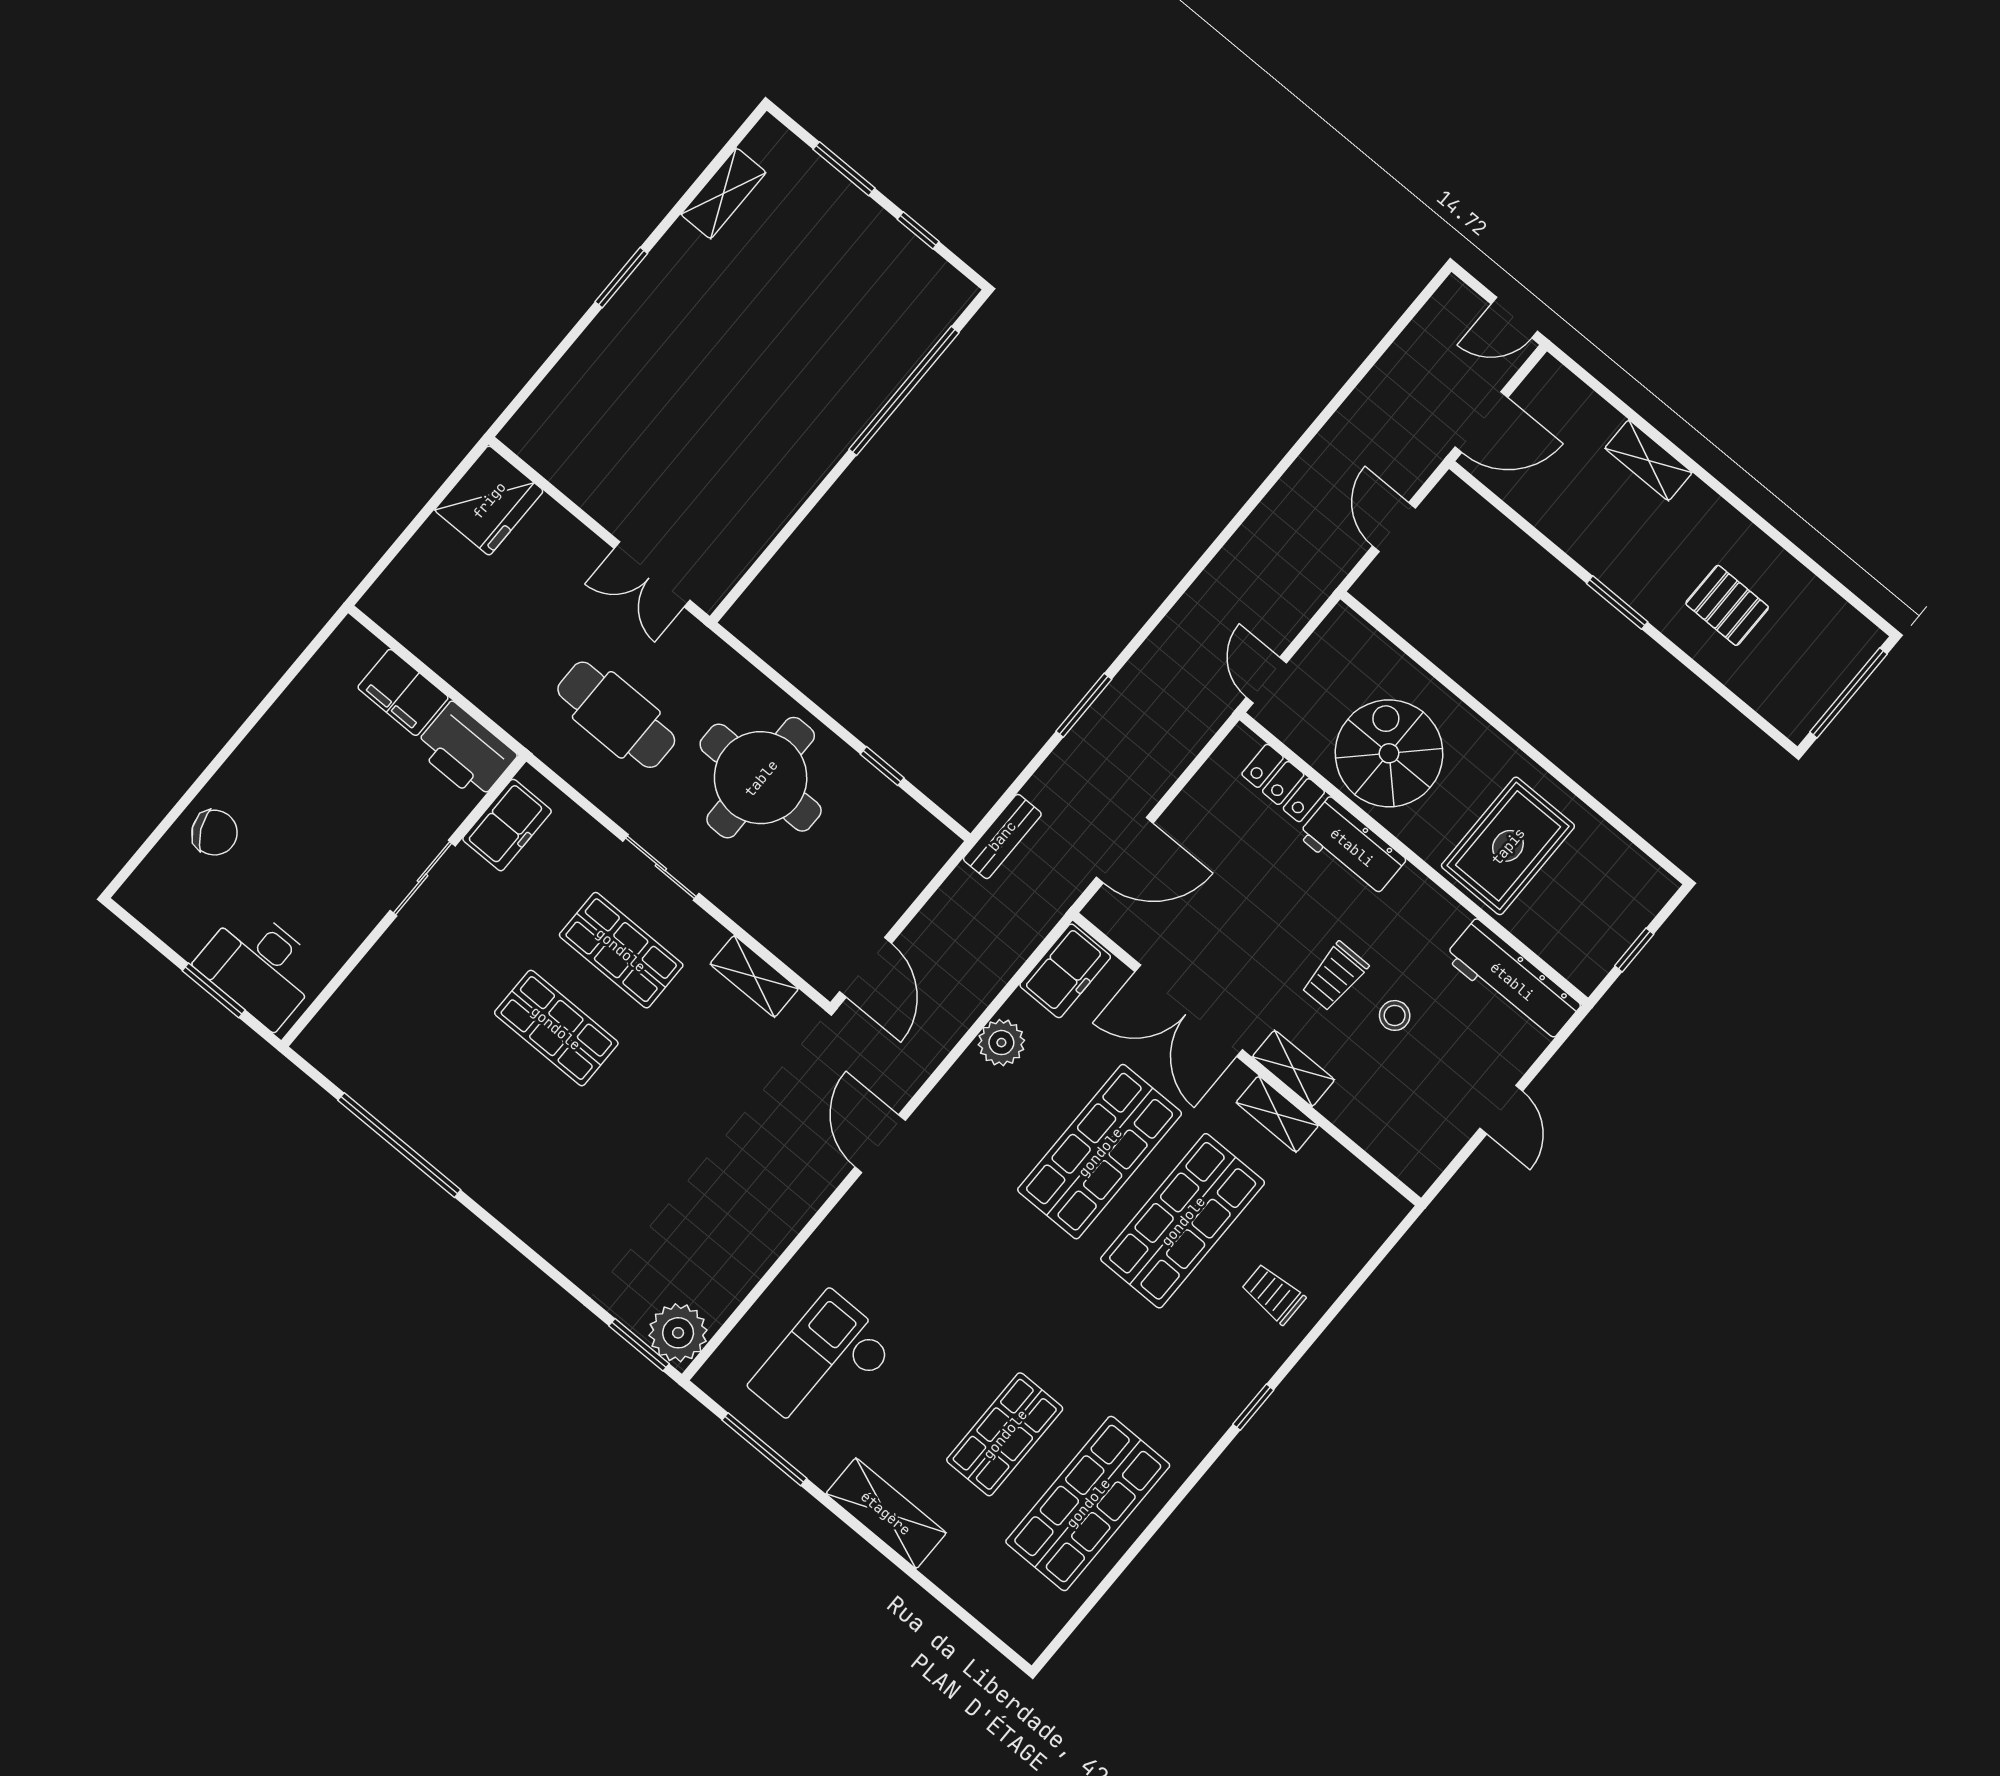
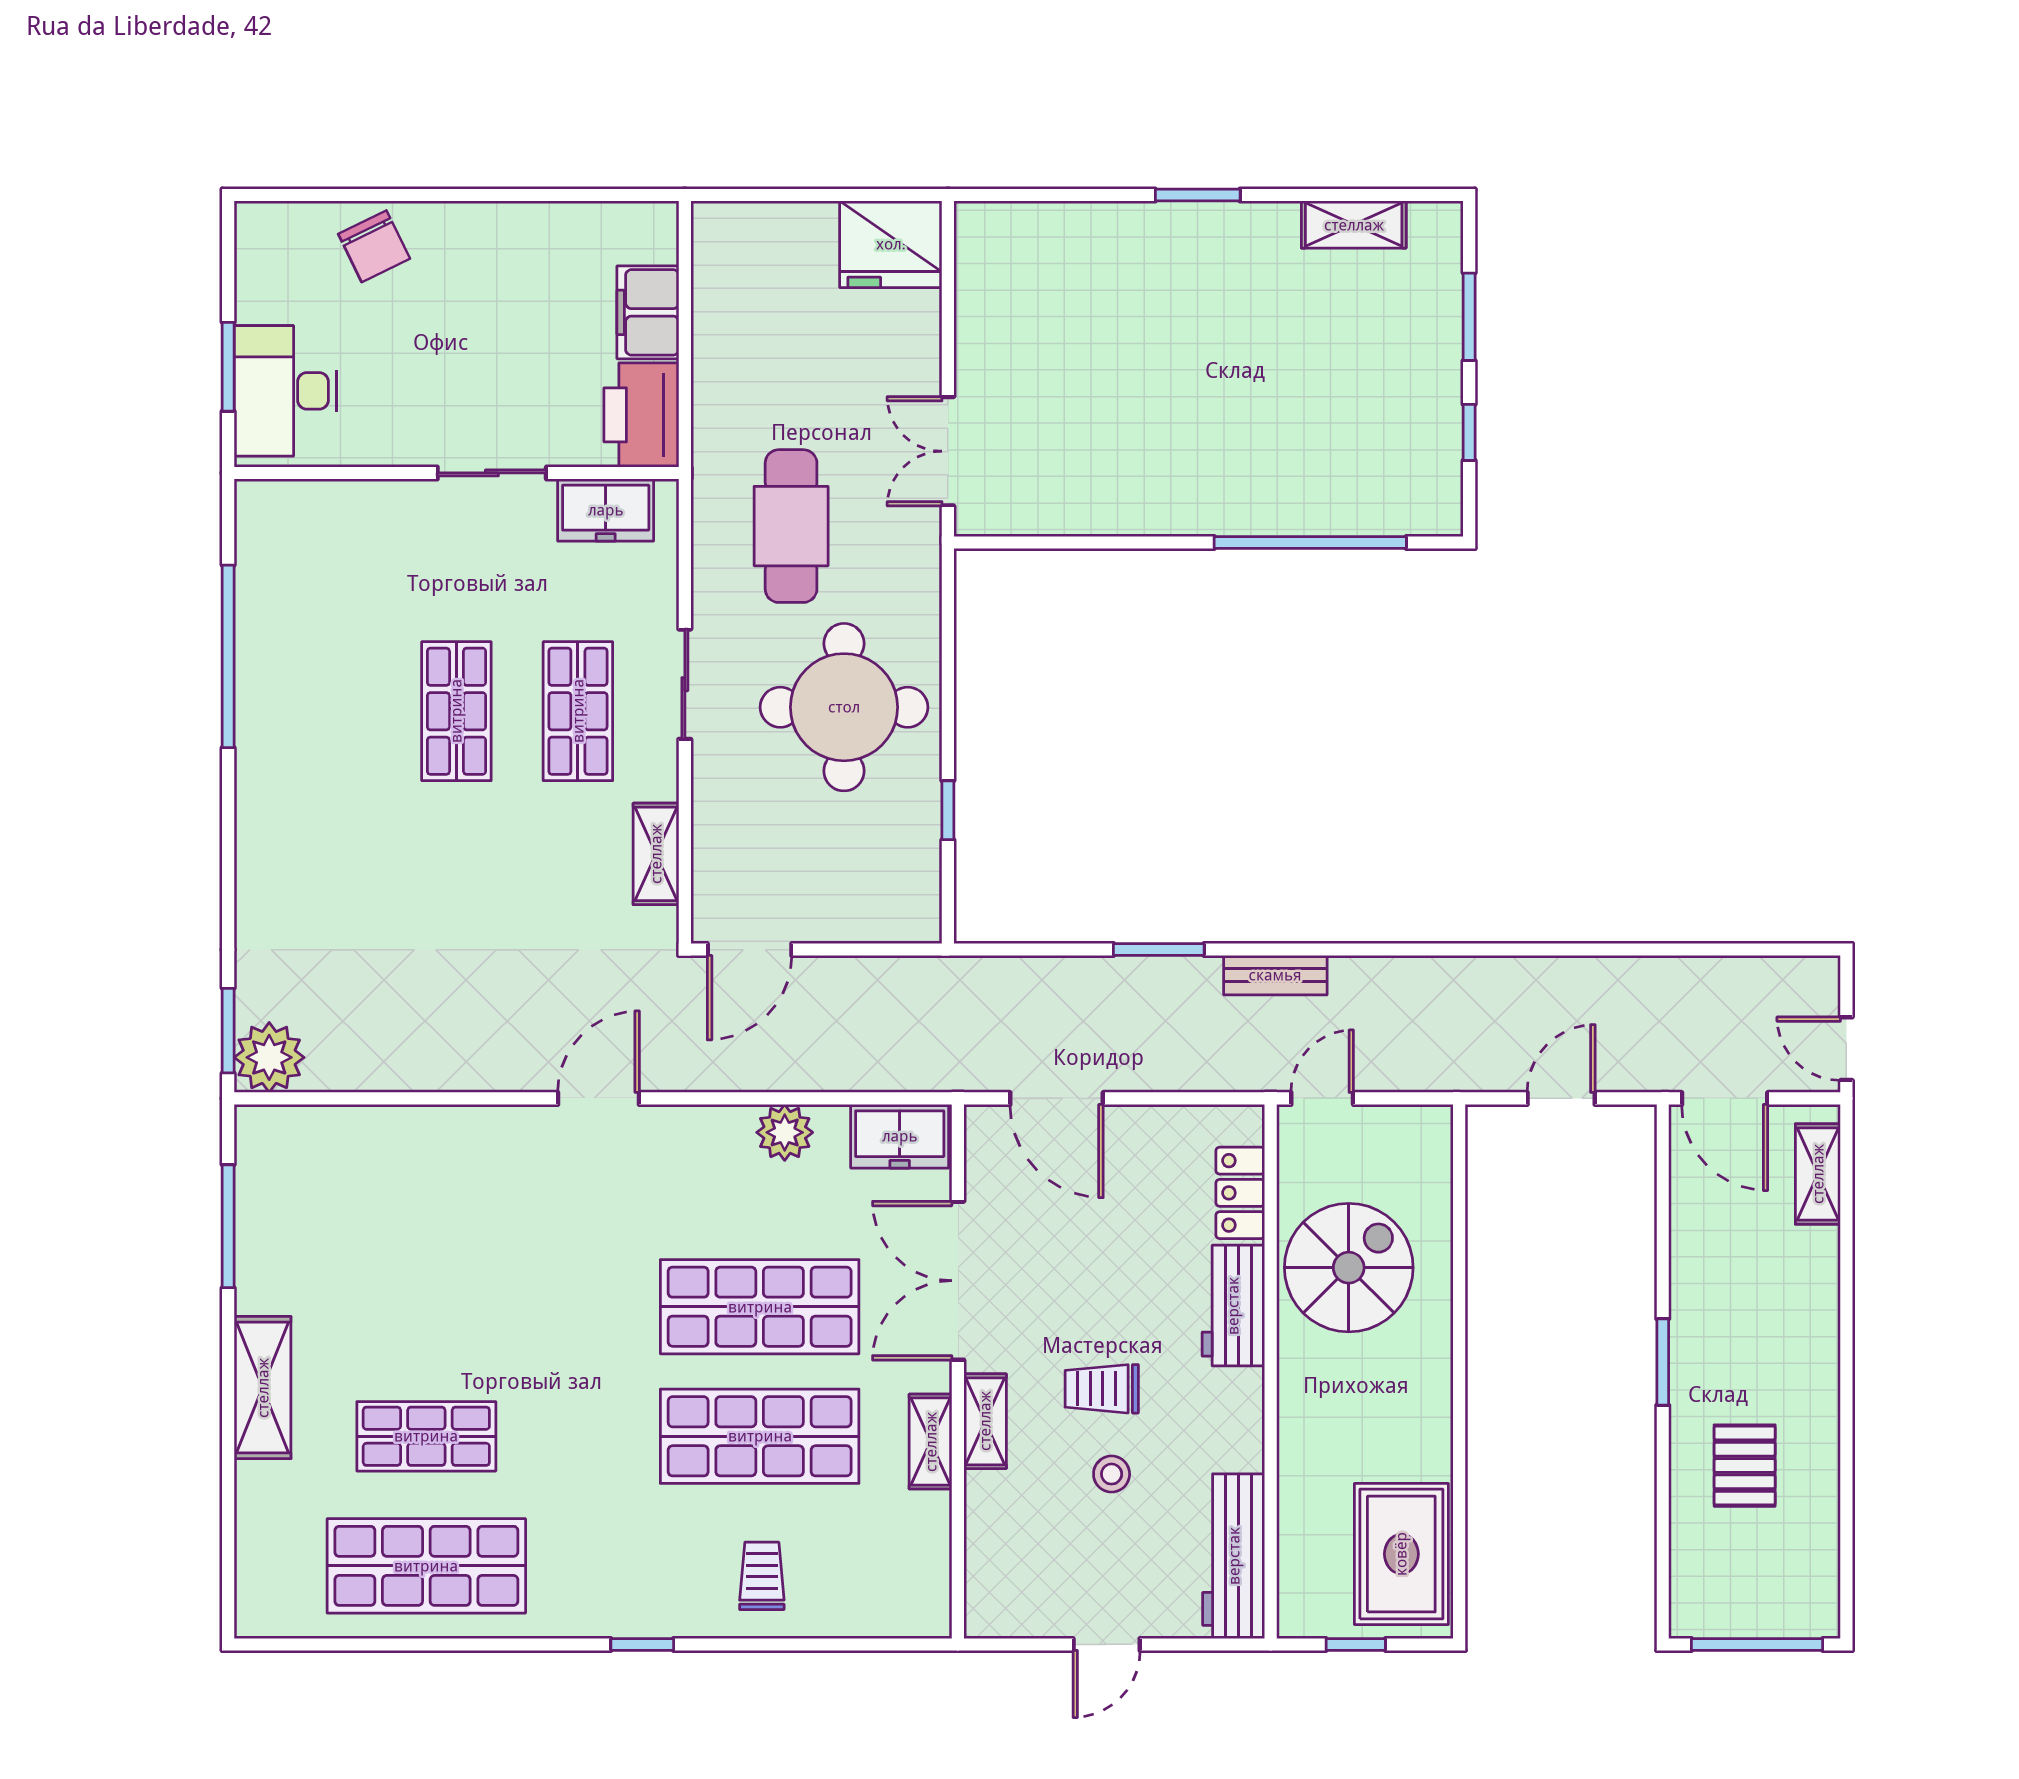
shelving: (1648, 460) -> (1818, 1174), moved
bench: (1002, 836) -> (1275, 975), moved
rug: (1508, 846) -> (1401, 1554), moved, turned 90
checkout: (822, 1365) -> (350, 1215), removed

